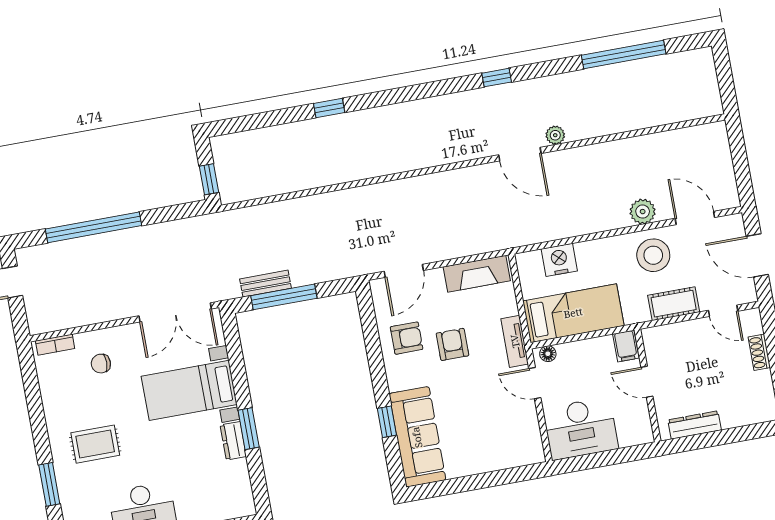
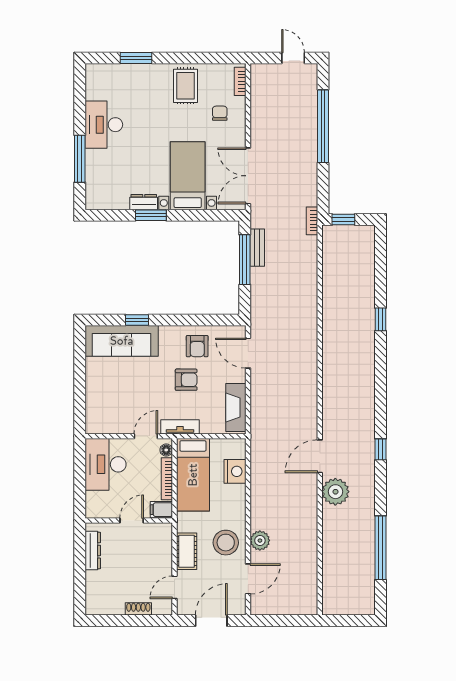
plant: (555, 135) -> (335, 492), width x1.87, depth x1.87
bookcase: (218, 219) -> (312, 221), added
bookcase: (585, 346) -> (167, 479), added
rug: (95, 444) -> (185, 86), moved

